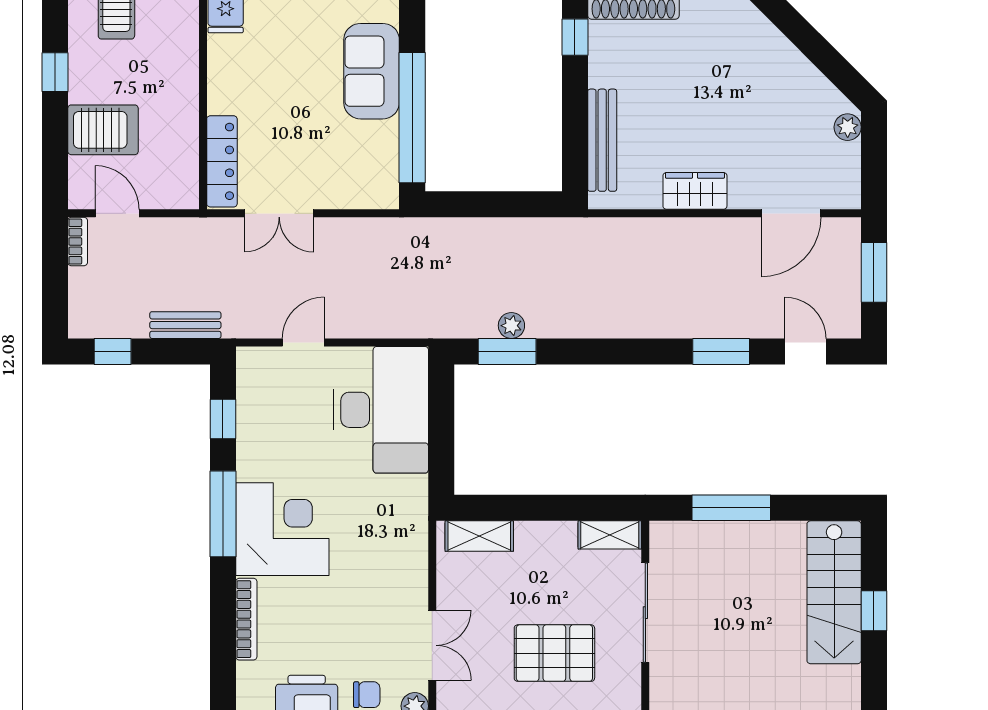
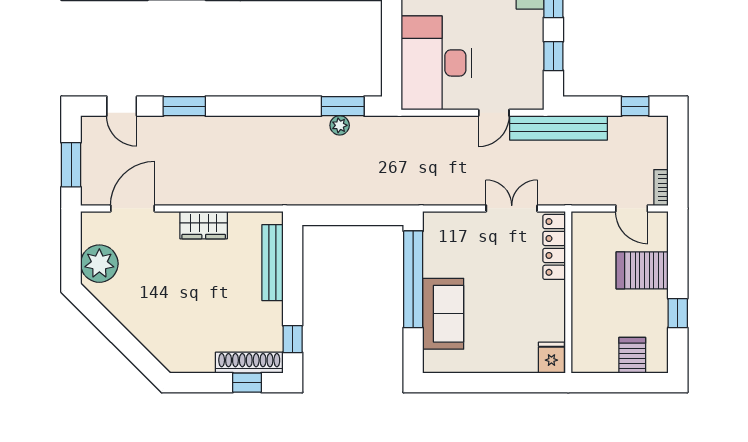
plant: (848, 127) -> (99, 264), width x1.87, depth x1.87
bench: (185, 325) -> (558, 128), width x1.86, depth x1.21

